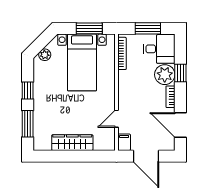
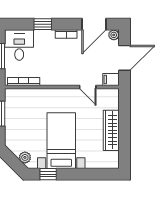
bed with nightstands: (82, 62) -> (61, 141), moved, turned -90
plant: (165, 75) -> (114, 35), moved, width x0.53, depth x0.53
window: (28, 91) -> (48, 174), moved
window: (28, 124) -> (93, 174), removed

